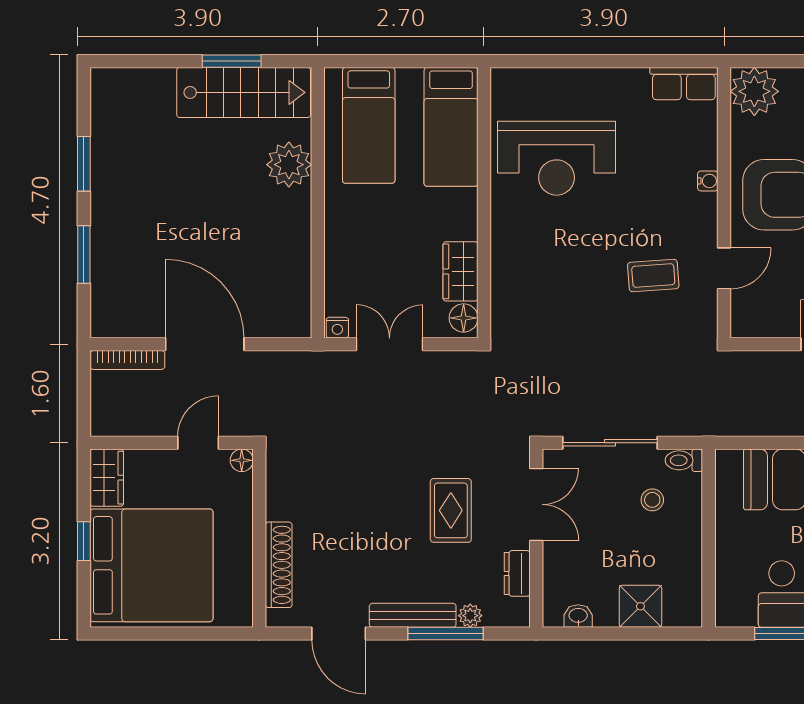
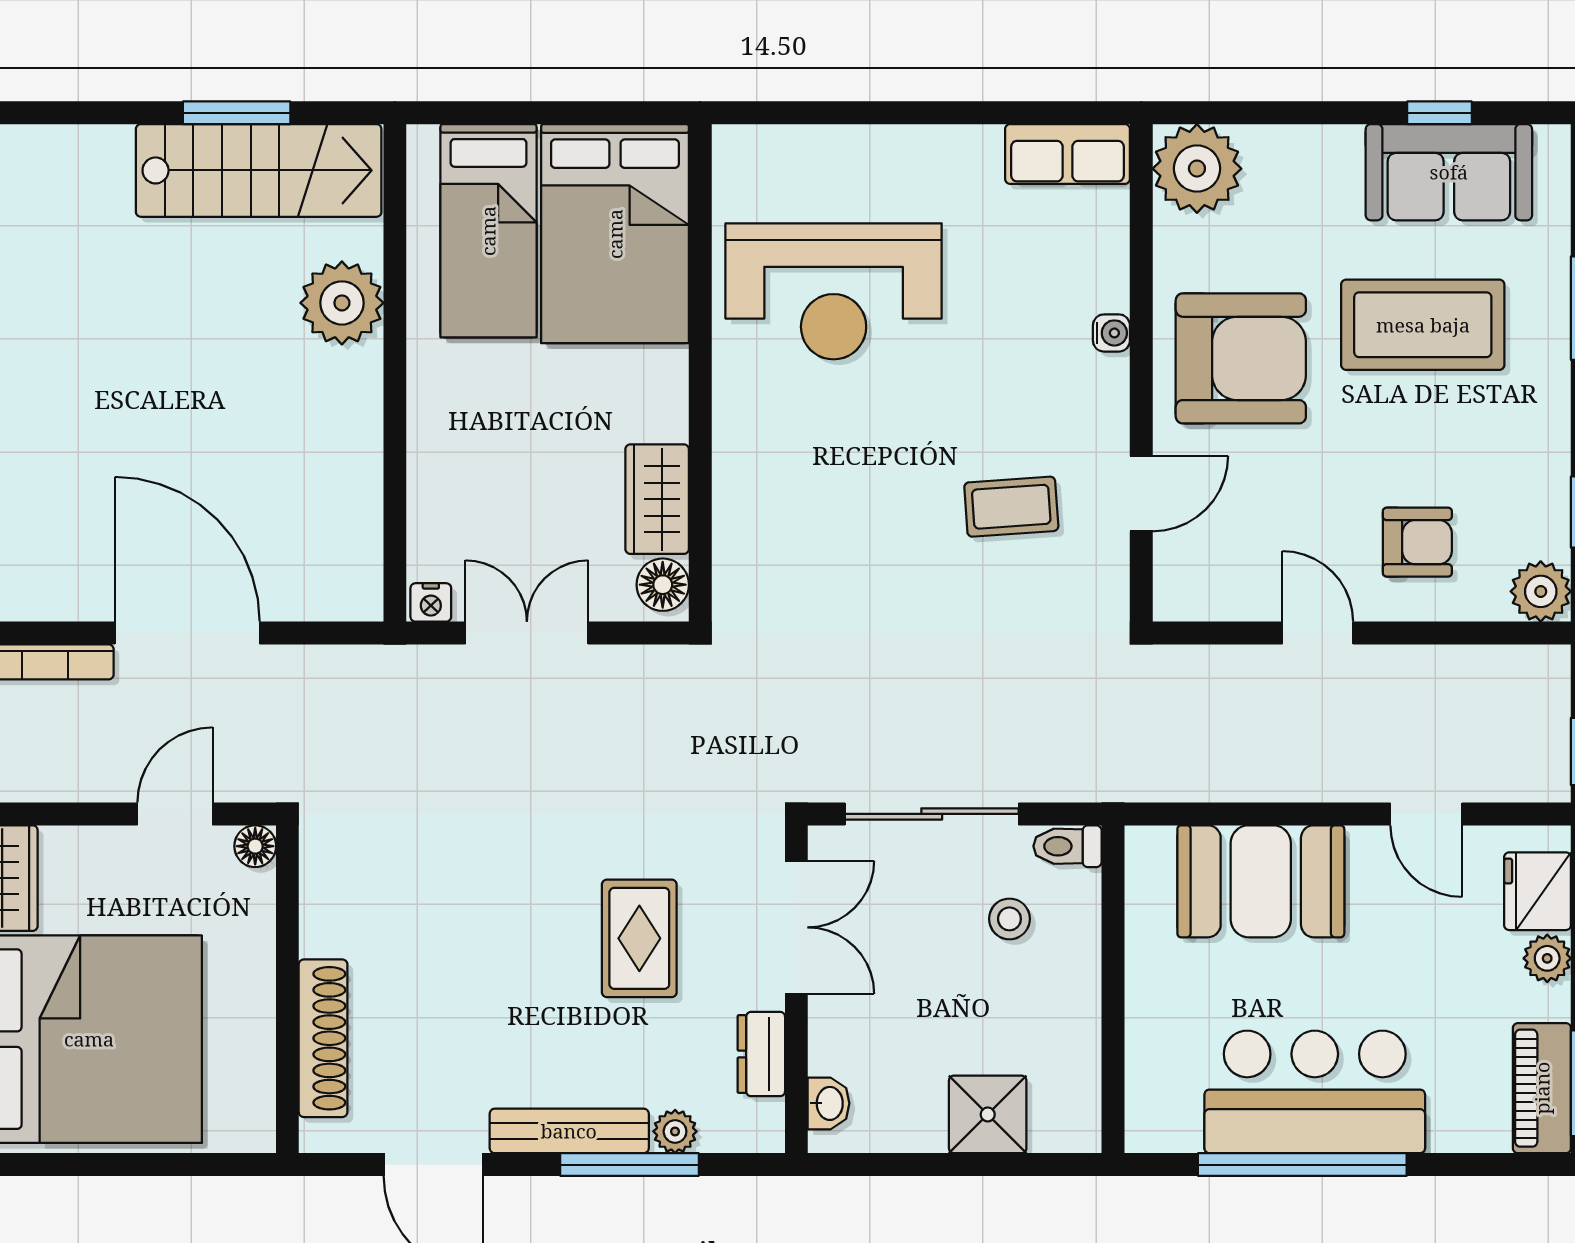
bed: (451, 127) -> (615, 234), width x1.50
washbasin: (578, 616) -> (829, 1103), moved, turned 90

